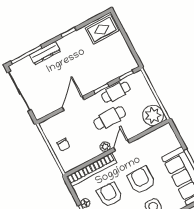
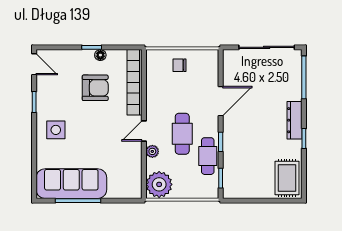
dresser: (45, 53) -> (294, 120), moved
door: (73, 103) -> (221, 101), hinge flipped
door: (122, 145) -> (144, 131), swing flipped
plant: (105, 147) -> (152, 151), moved
armchair: (141, 180) -> (93, 132), removed

